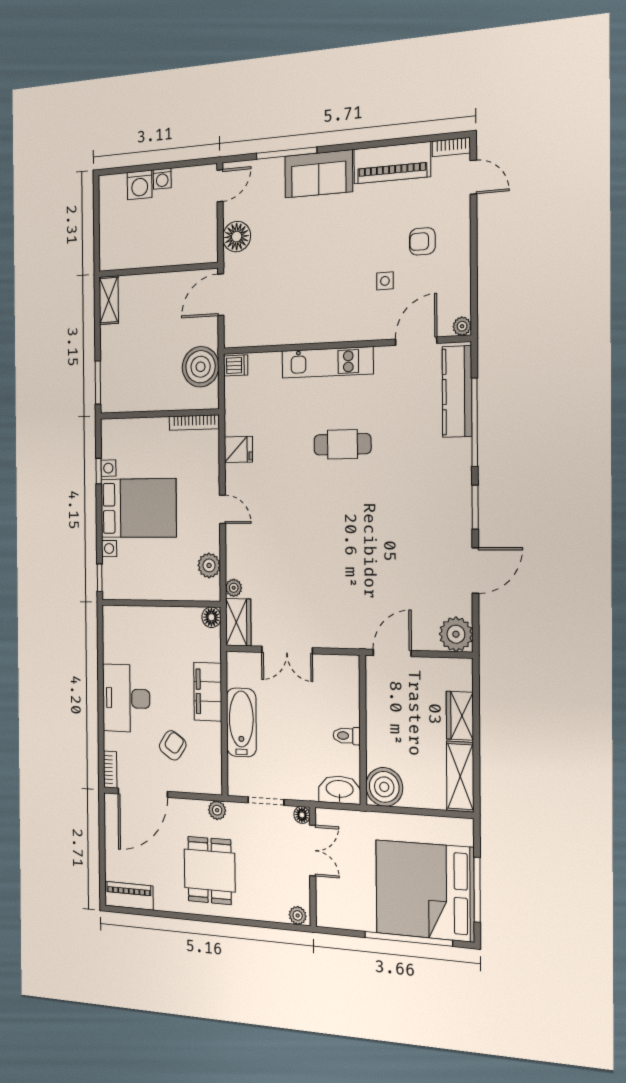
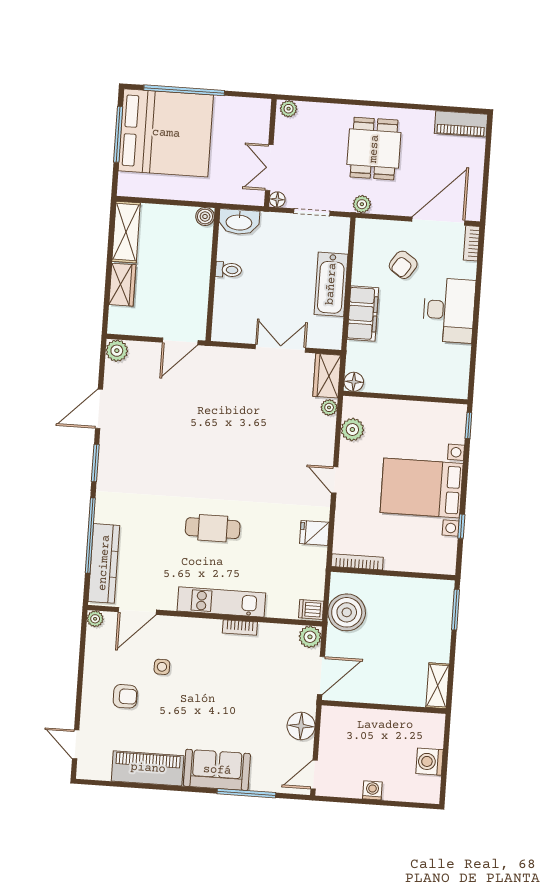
bookcase: (451, 147) -> (240, 627), moved, turned 180
washing machine: (140, 185) -> (429, 762), moved, turned -90
plant: (235, 335) -> (310, 637), added
plant: (456, 634) -> (117, 351), width x0.73, depth x0.73
boiler: (384, 787) -> (205, 216), width x0.54, depth x0.54

